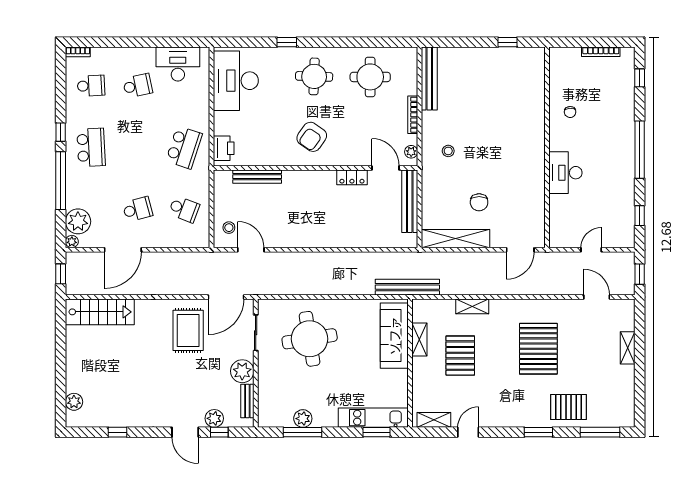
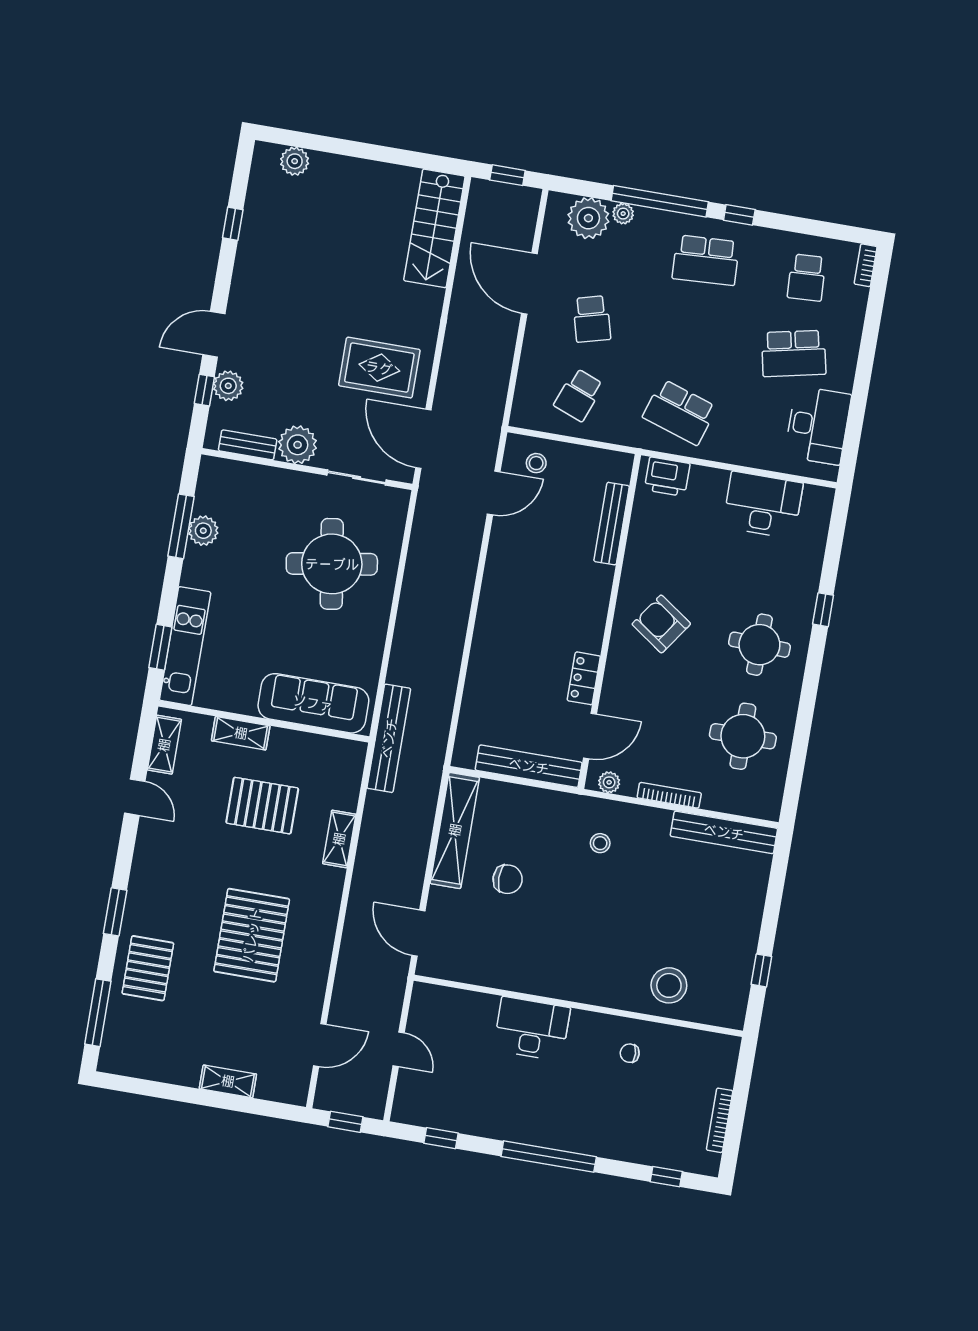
desk: (236, 81) -> (763, 505), width x0.73, depth x0.77
school desk: (138, 86) -> (794, 353), width x1.85
stool: (526, 96) -> (669, 985), added
chair: (479, 202) -> (508, 879), turned 180
plant: (72, 242) -> (623, 214), moved
shelving: (419, 339) -> (241, 733), moved
pallet: (538, 349) -> (252, 935), turned 90

